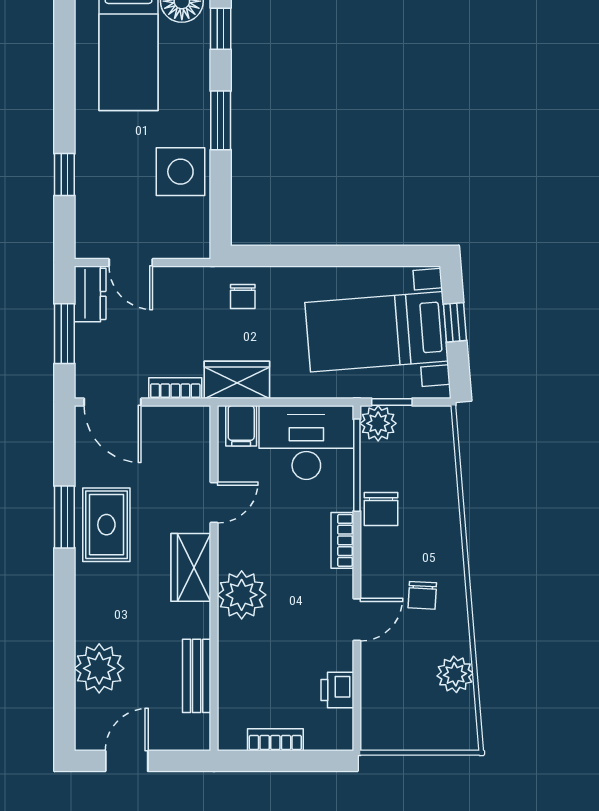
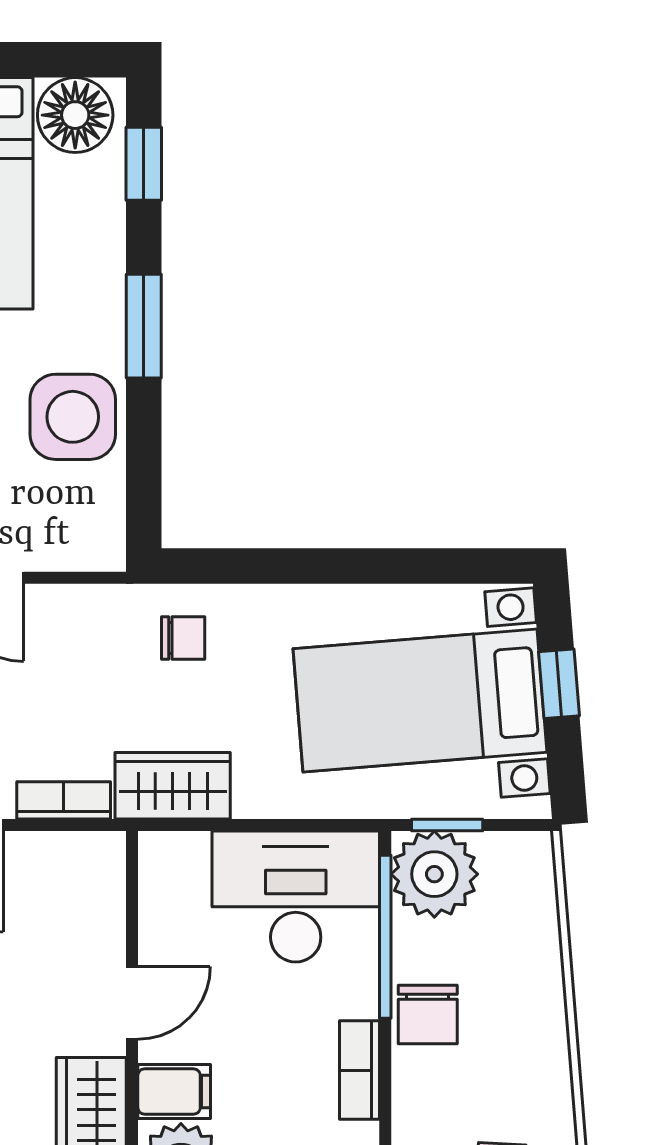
chair: (243, 296) -> (183, 638), turned -90
plant: (378, 423) -> (434, 874), width x1.36, depth x1.36
filing cabinet: (241, 426) -> (174, 1092), moved, turned -90

